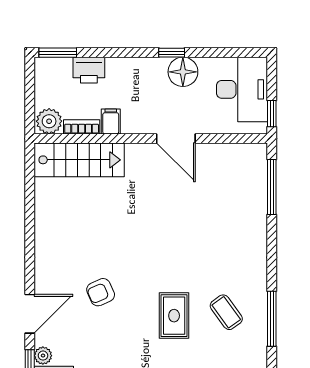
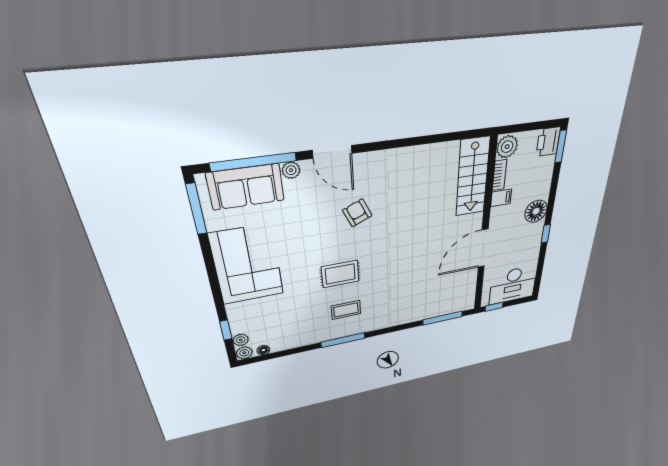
printer: (89, 70) -> (548, 142), moved
floor lamp: (183, 72) -> (536, 211), moved
door: (176, 138) -> (483, 248), width x1.36
coffee table: (226, 312) -> (346, 310), turned 36

